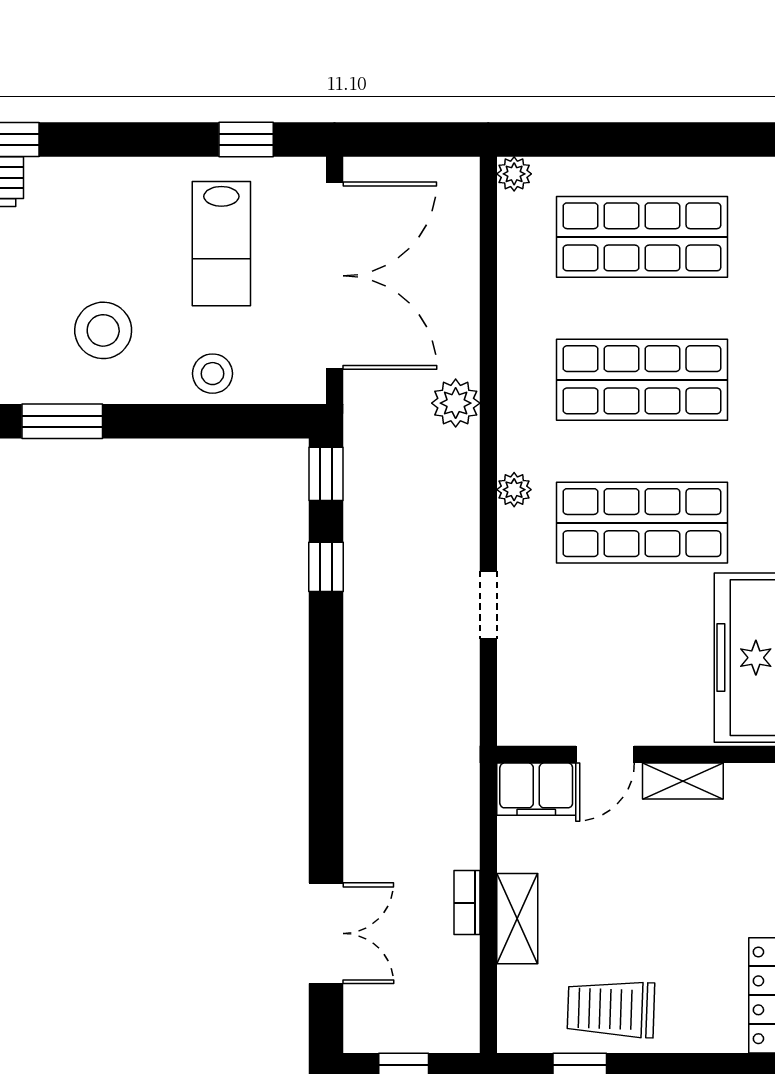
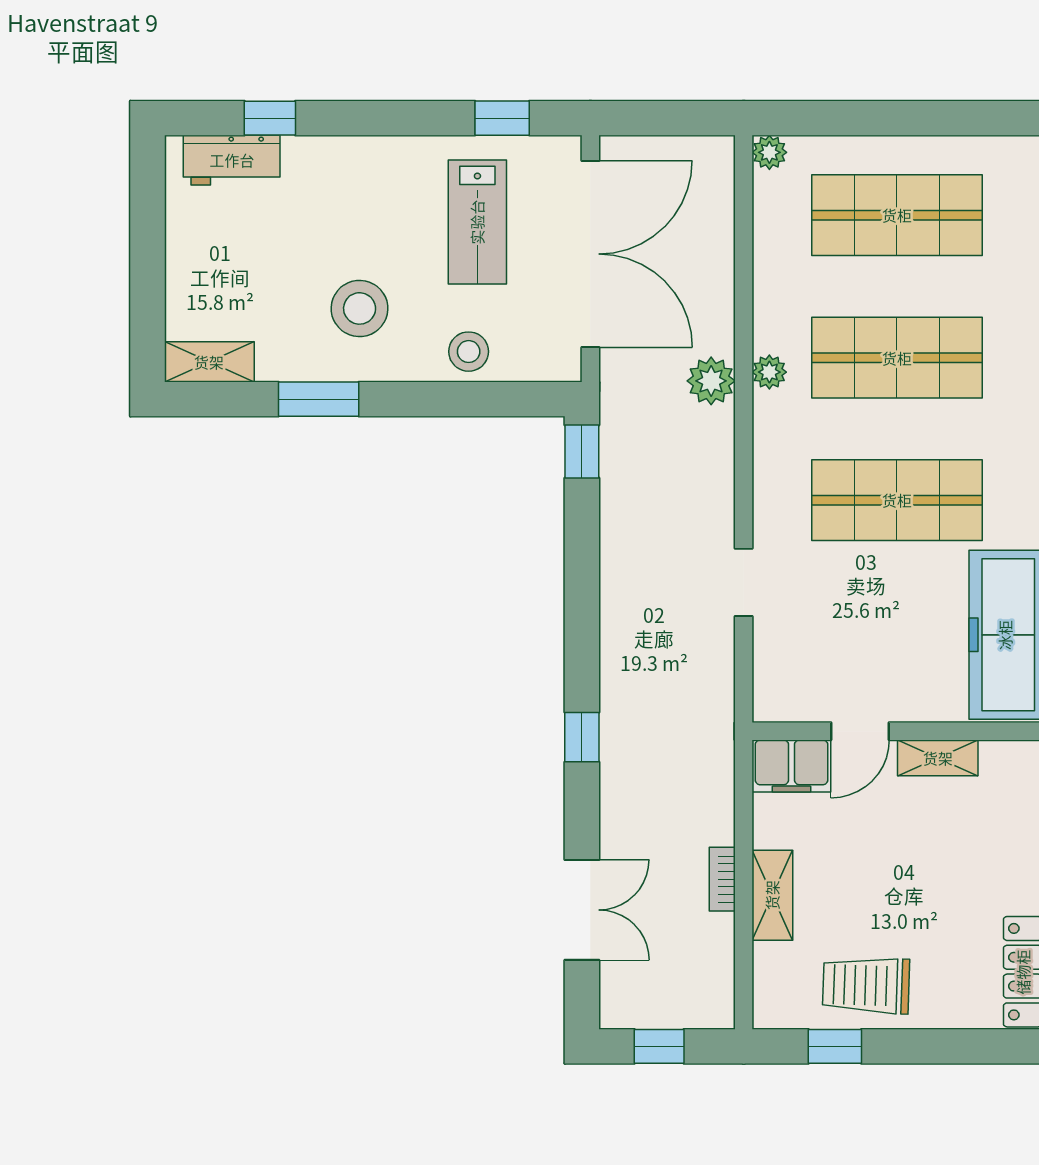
plant: (514, 490) -> (769, 372), moved
window: (326, 567) -> (582, 737), moved

